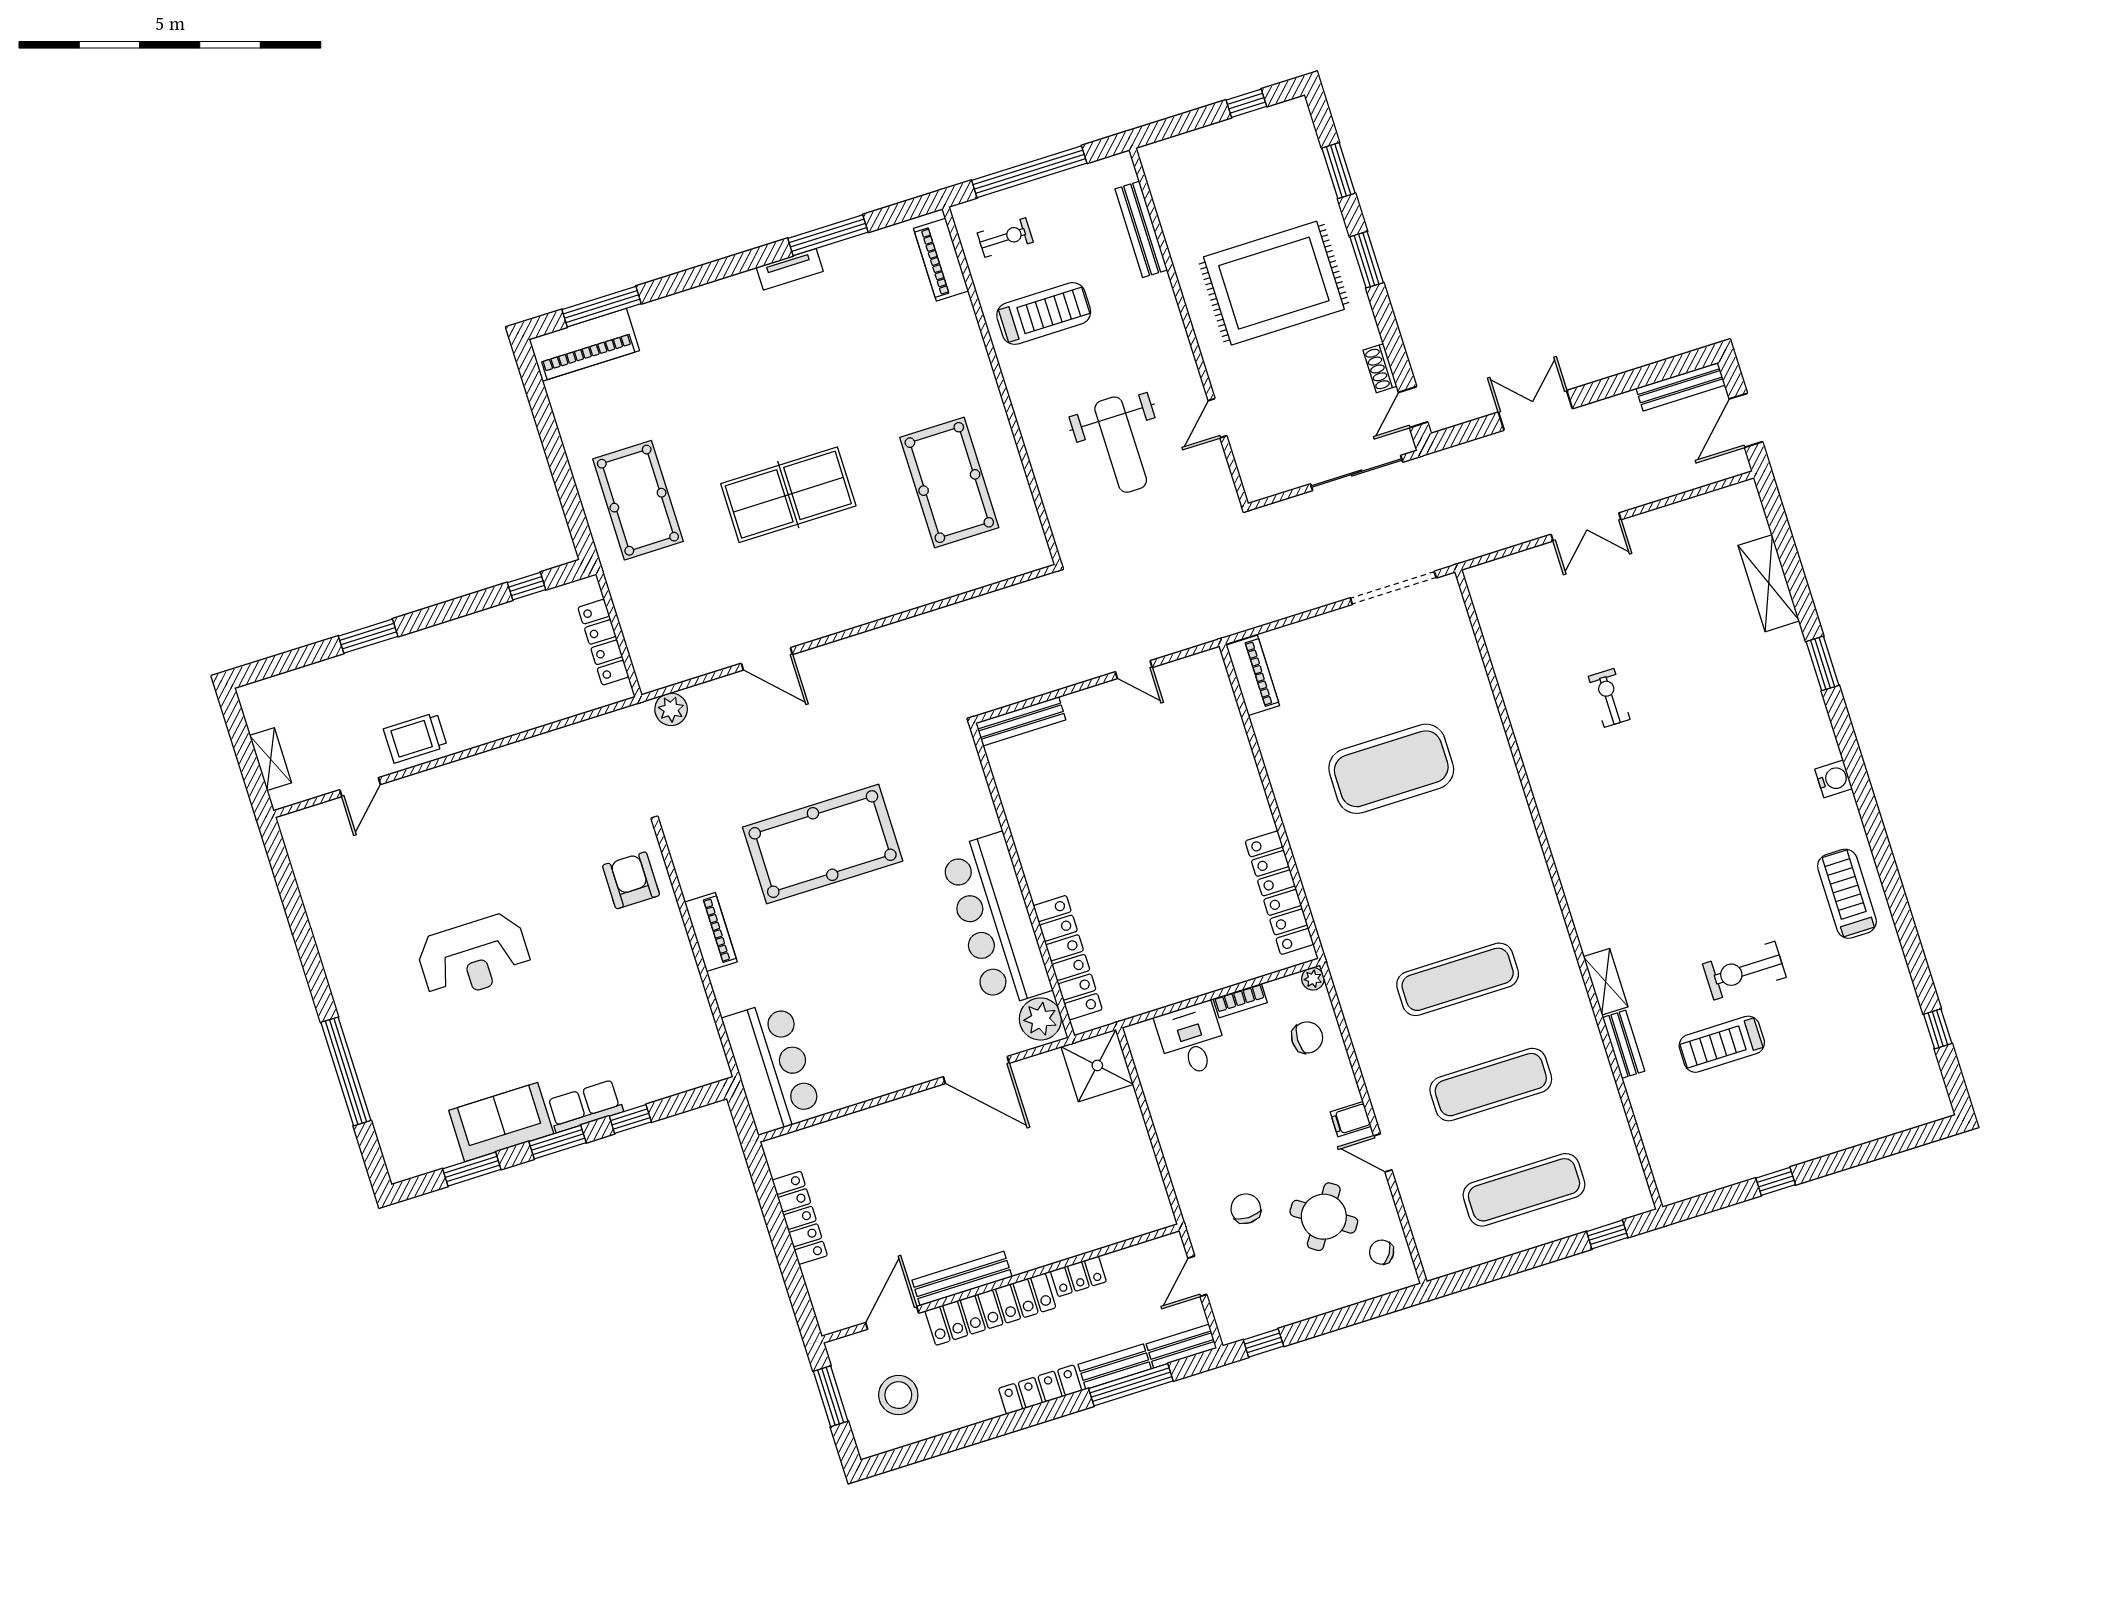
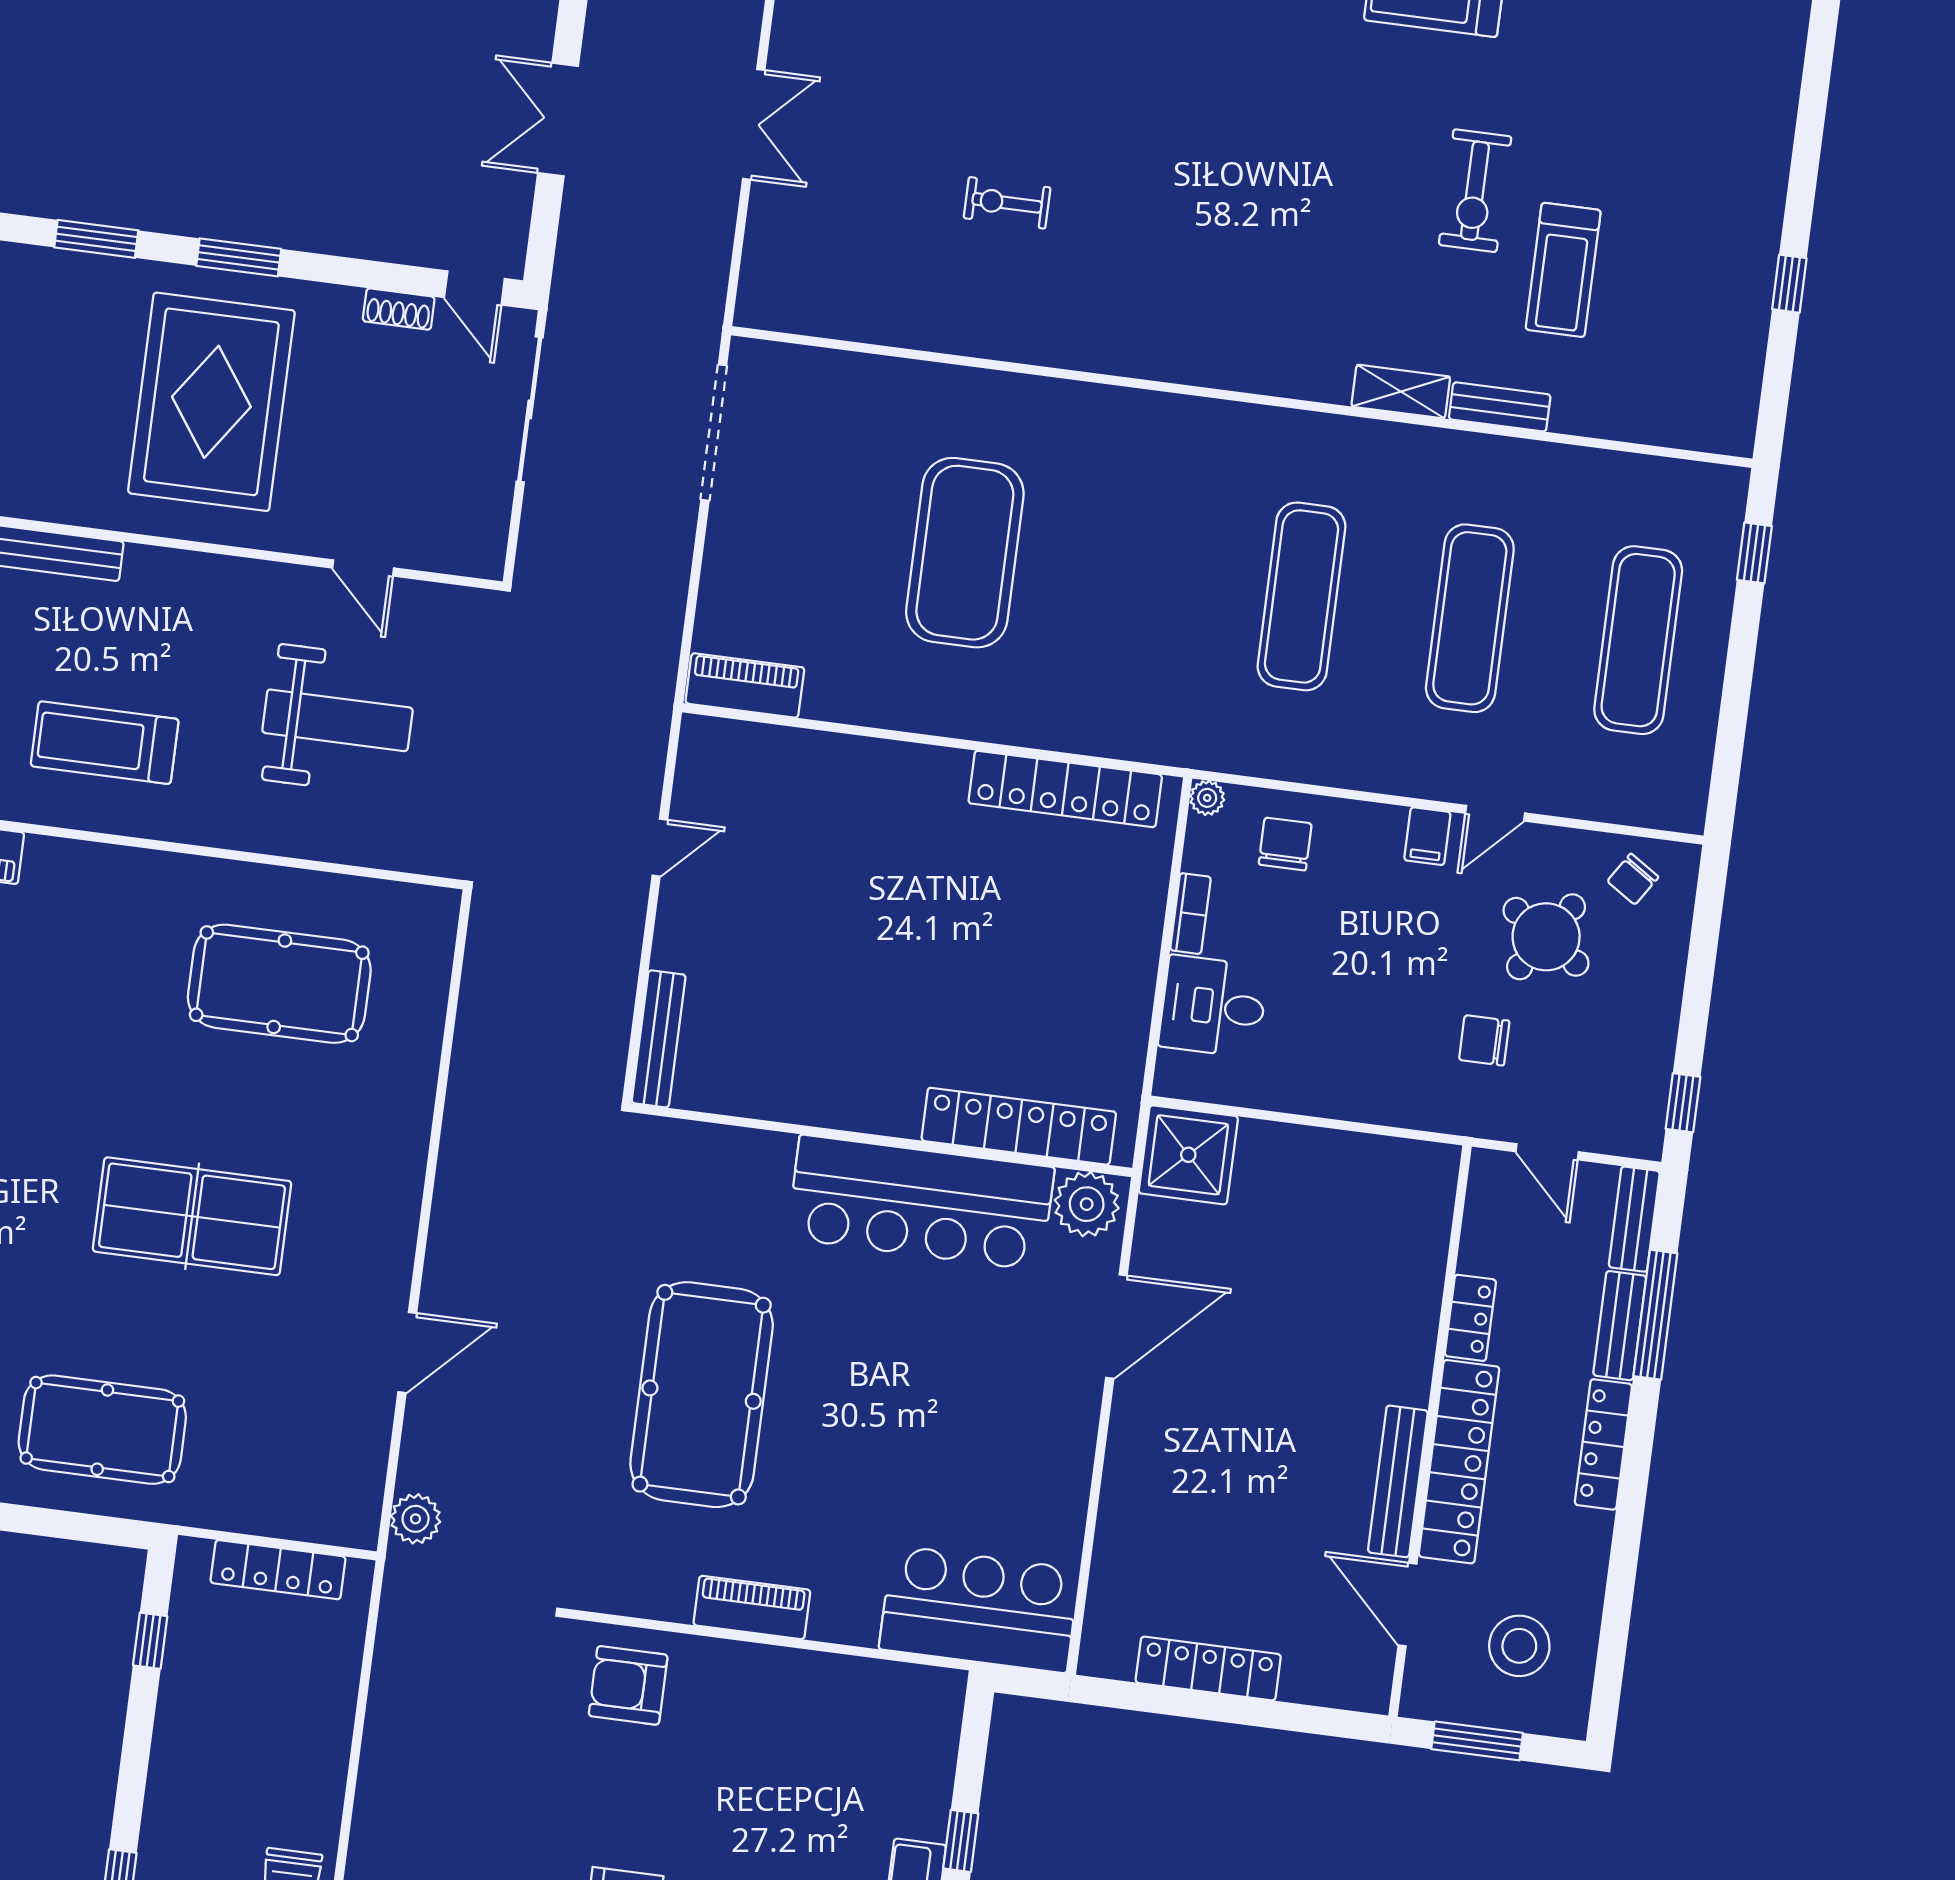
treadmill: (1044, 313) -> (105, 743), turned -90
table tennis table: (788, 495) -> (192, 1216), turned 90

